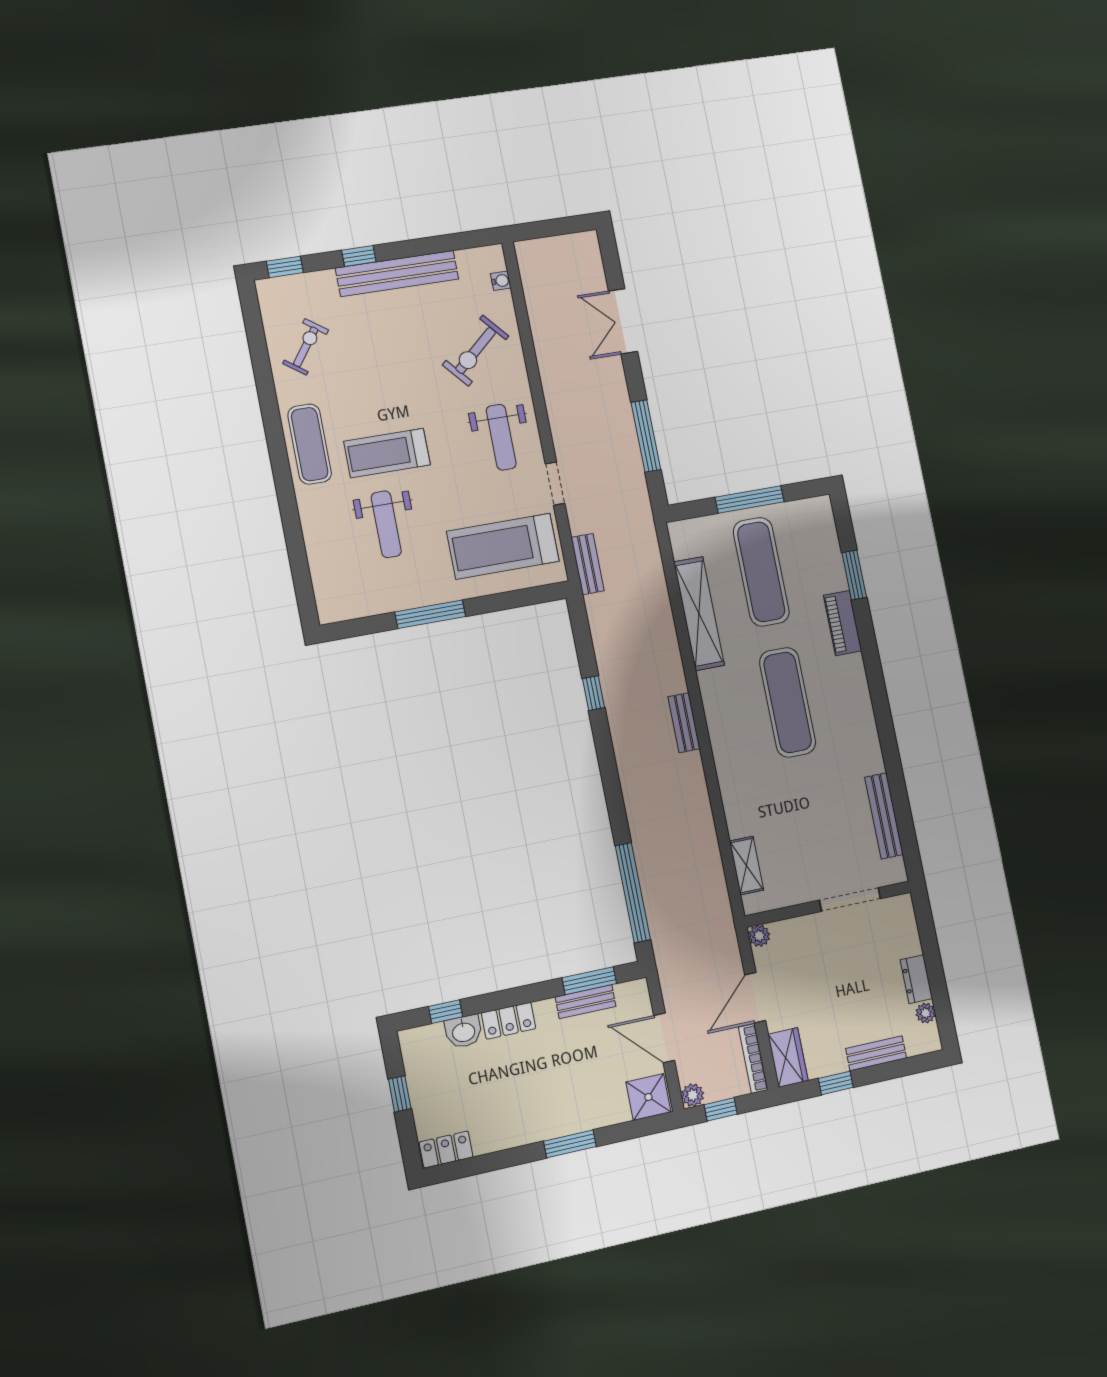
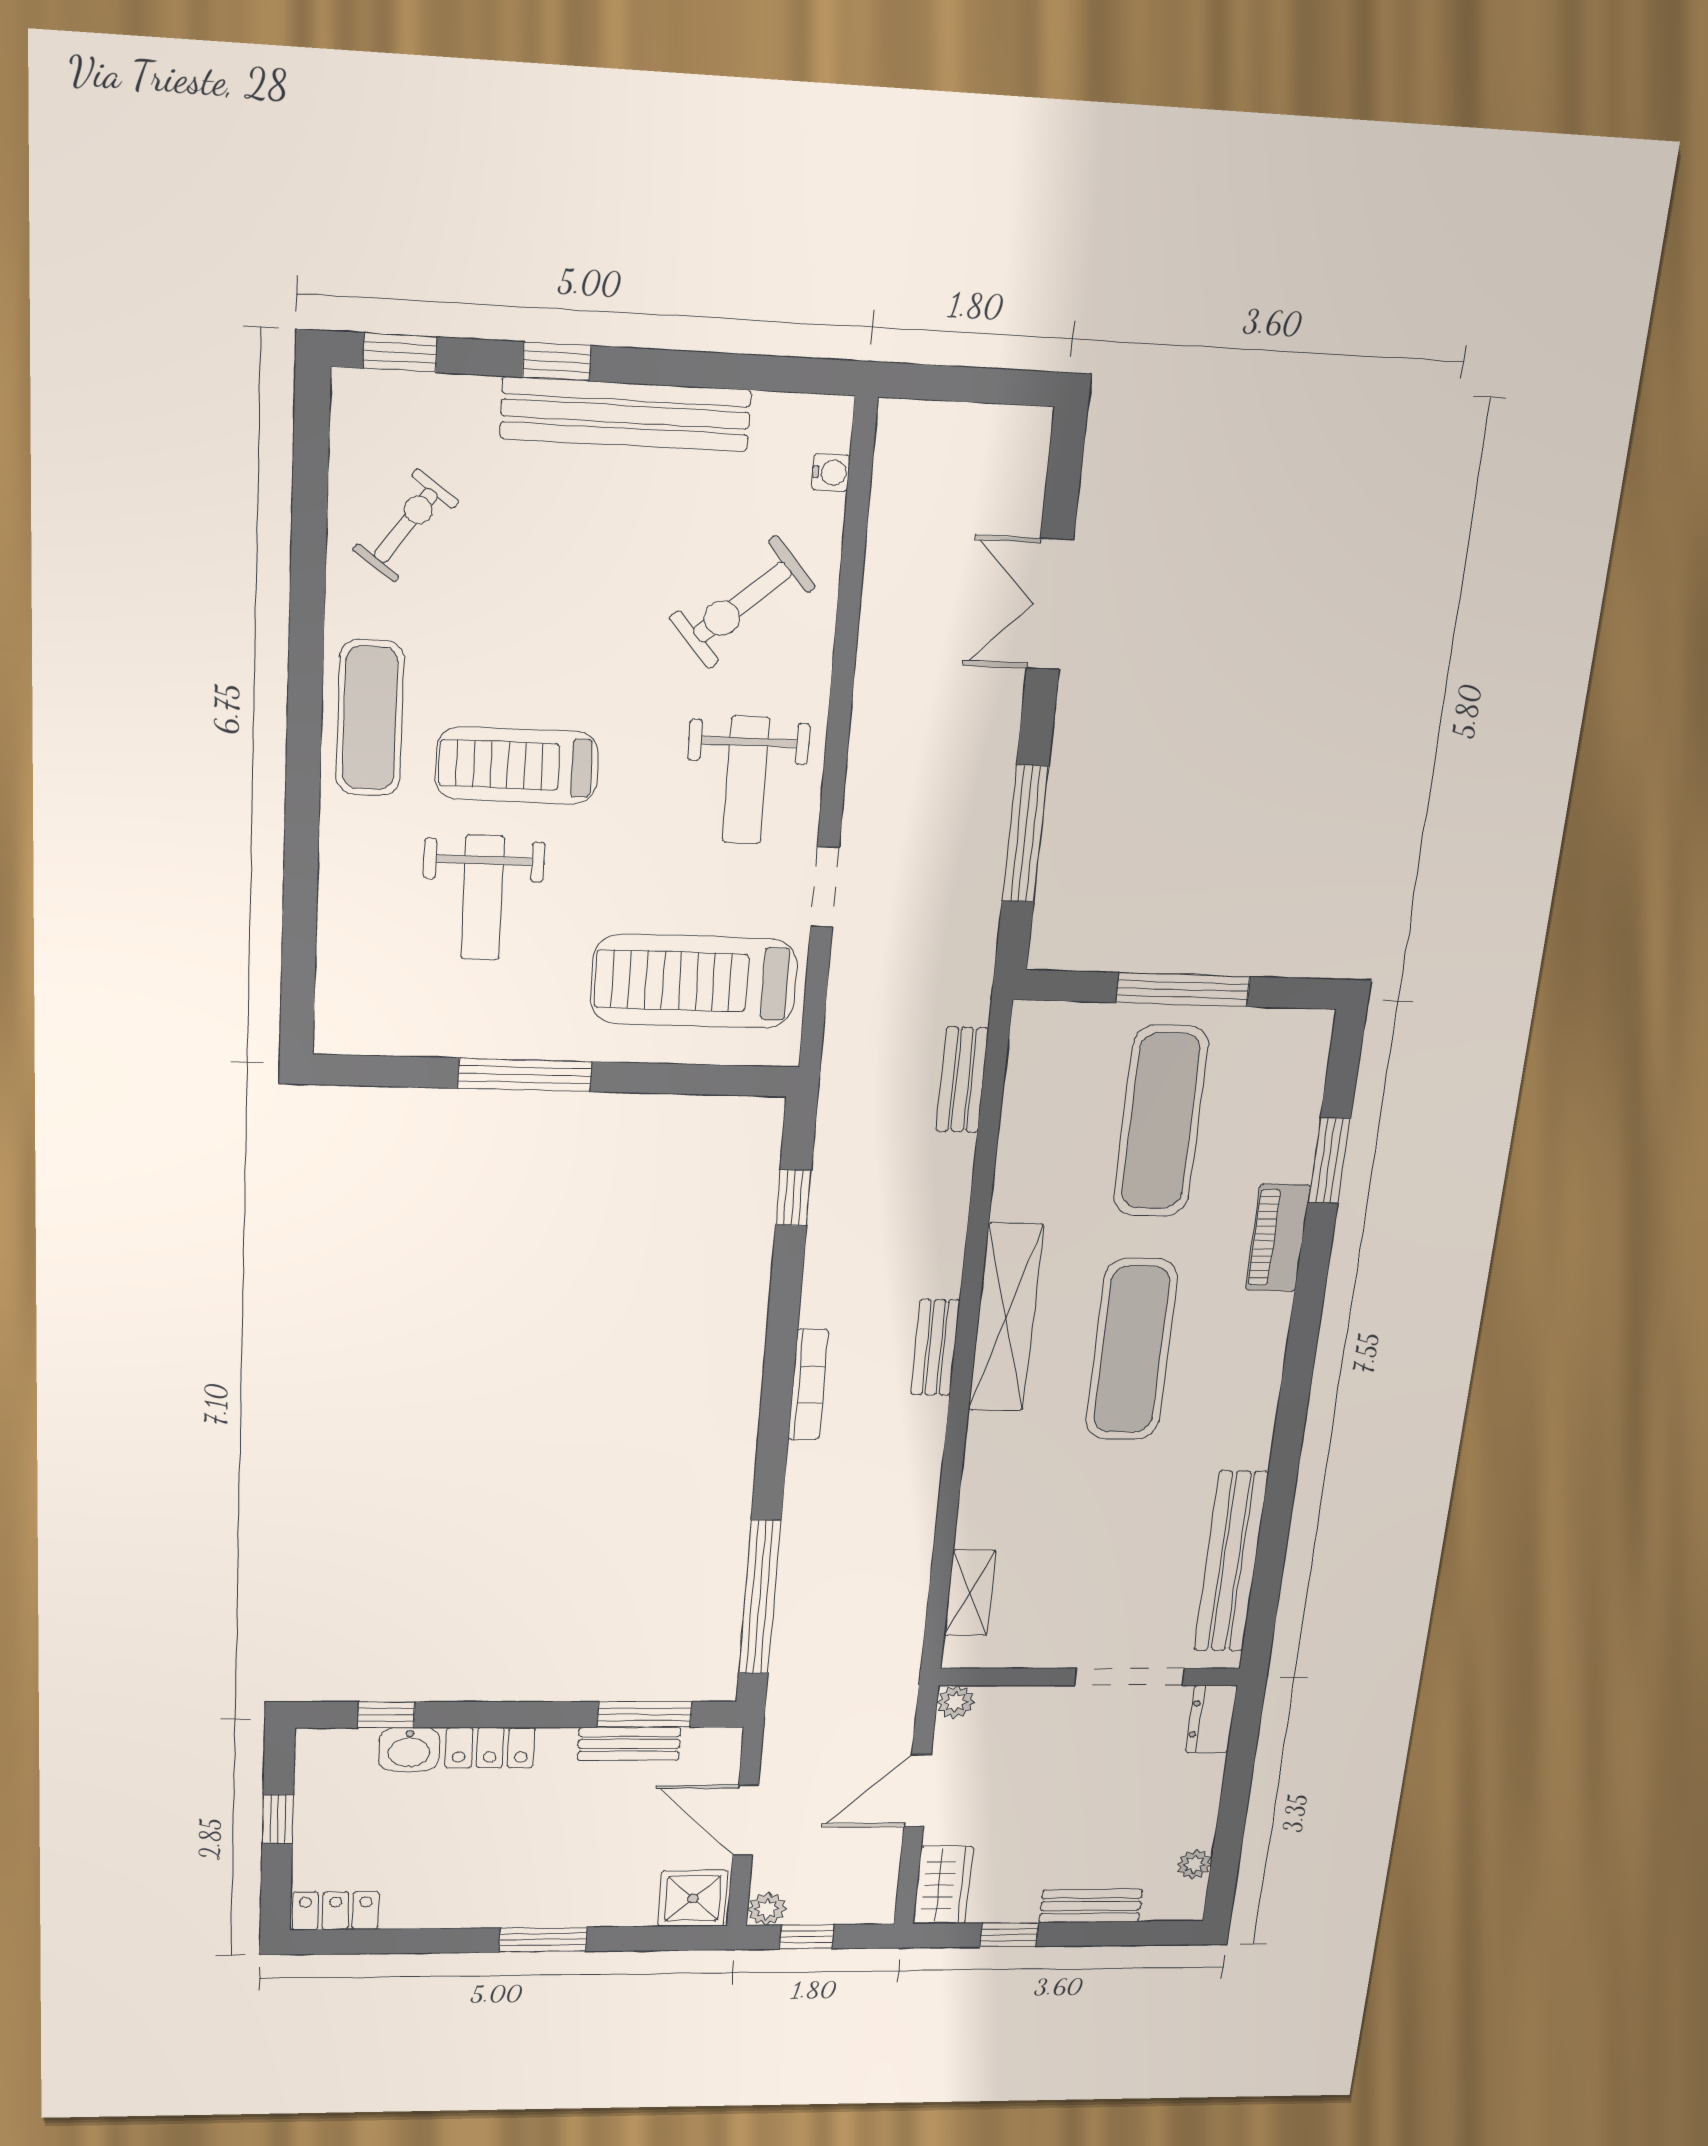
bench: (588, 564) -> (962, 1080), moved
shelving: (699, 614) -> (1006, 1318), moved
window: (593, 693) -> (793, 1198), moved
bench: (884, 816) -> (1231, 1562), width x1.37, depth x1.21
dresser: (916, 979) -> (1211, 1719), moved
bookcase: (753, 1058) -> (808, 1385), moved, turned 180

